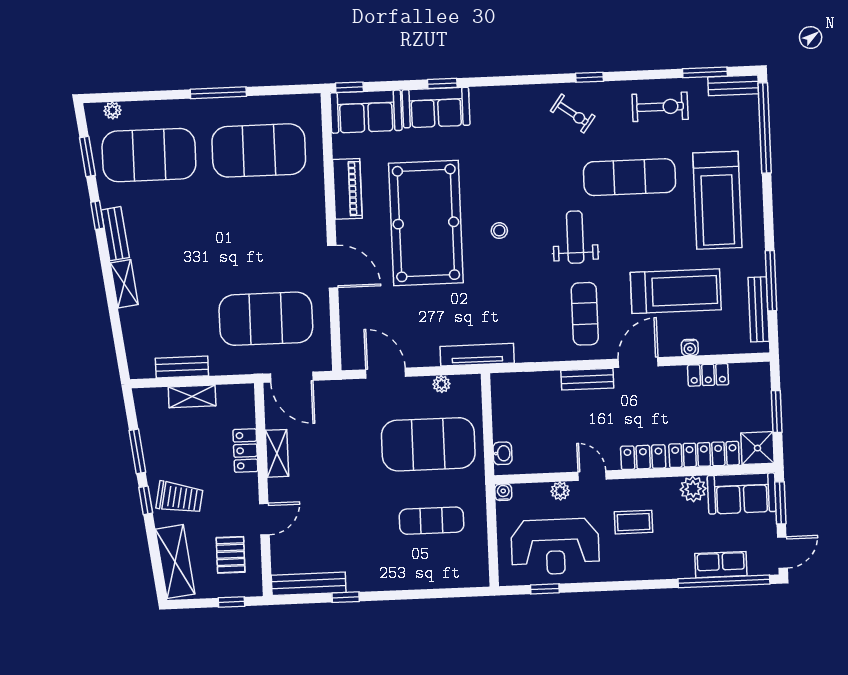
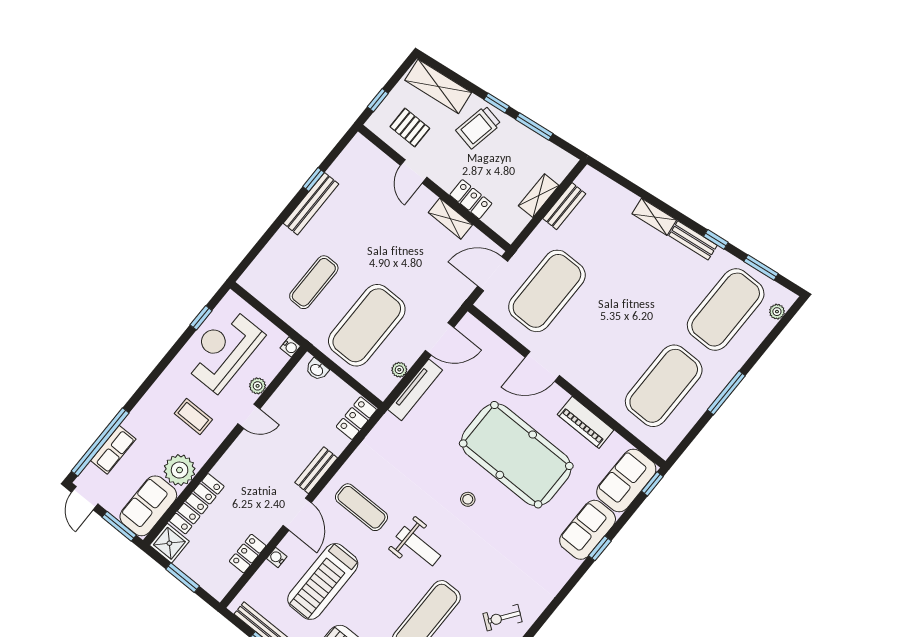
tv unit: (477, 355) -> (415, 390), moved
locker: (643, 457) -> (356, 418), moved, turned 180
plant: (693, 489) -> (180, 470), width x1.36, depth x1.36
coffee table: (633, 522) -> (193, 416), turned 90
bench: (309, 584) -> (311, 204), moved

